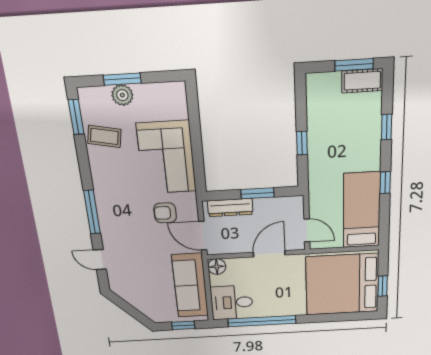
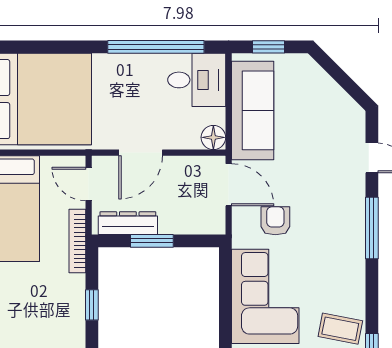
bookcase: (314, 190) -> (77, 241), added
dresser: (230, 207) -> (128, 223), moved
armchair: (165, 213) -> (275, 221), turned -90

